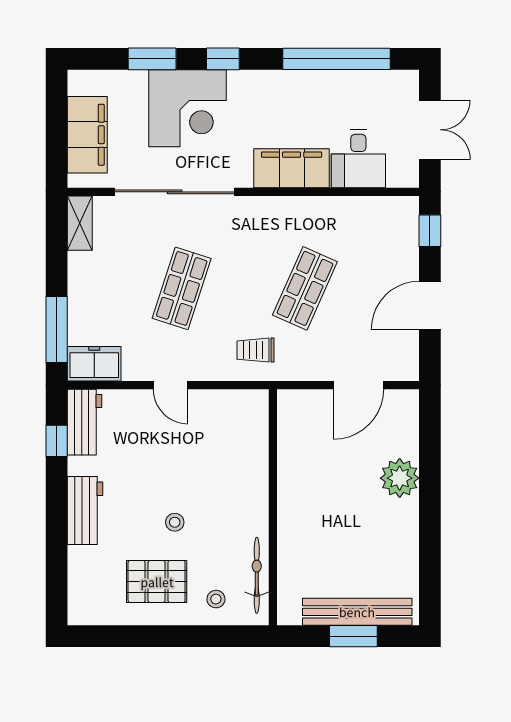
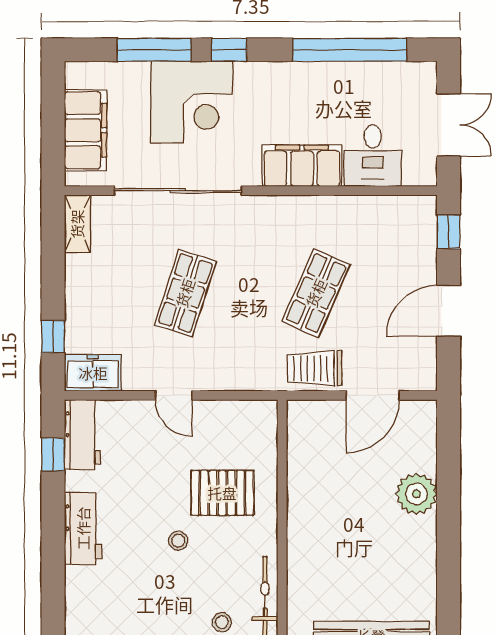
window: (152, 59) -> (154, 50), width x1.44
window: (57, 329) -> (53, 337), width x0.46
trolley: (256, 350) -> (315, 368), moved, width x1.36, depth x1.39
pallet: (157, 582) -> (222, 493), moved

